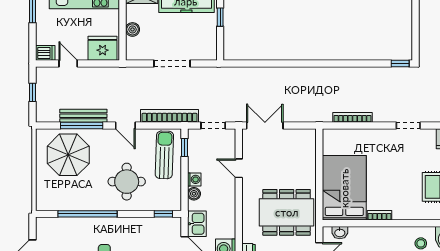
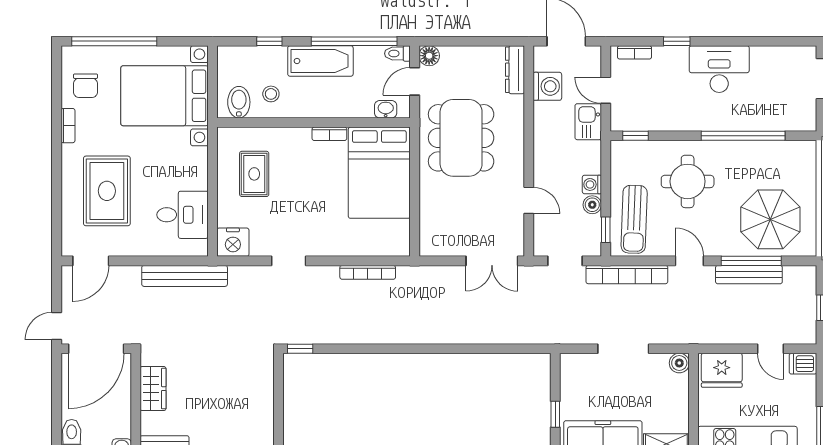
boiler: (133, 29) -> (679, 363), moved
boiler: (194, 194) -> (592, 205), moved
dining table: (287, 212) -> (461, 138), turned 90

